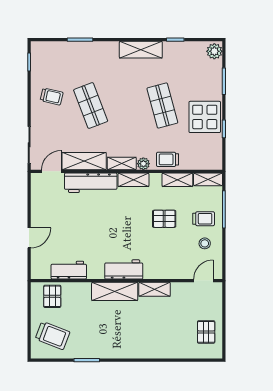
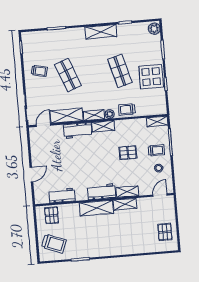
shelving: (177, 180) -> (127, 192), moved
workbench: (91, 183) -> (78, 131), width x0.73

